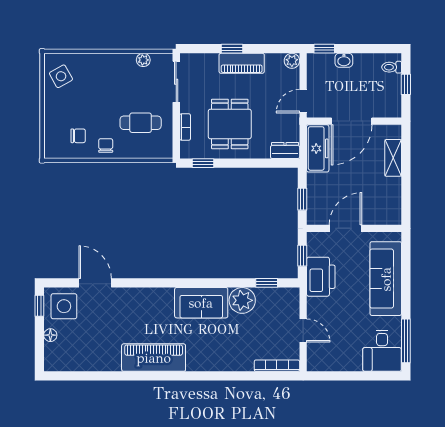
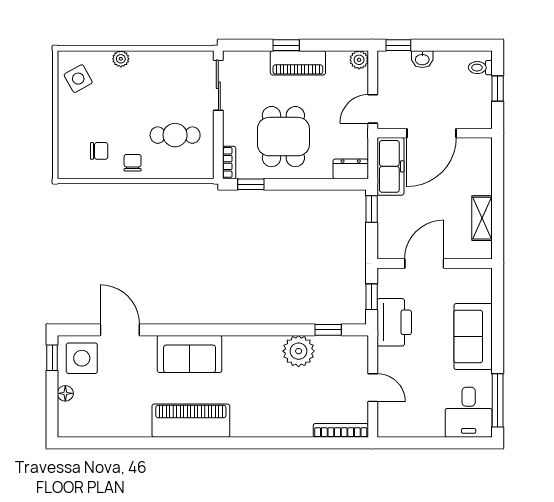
plant: (143, 60) -> (121, 59), moved
bookcase: (185, 127) -> (229, 162), moved
shelving: (393, 158) -> (482, 218), moved
window: (302, 199) -> (372, 209), moved
sofa: (386, 279) -> (473, 336), width x0.73
sofa: (201, 303) -> (190, 354), moved

